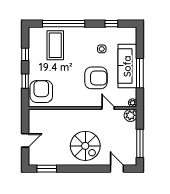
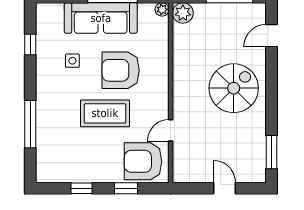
window: (64, 24) -> (30, 124), width x0.68
coffee table: (55, 45) -> (105, 113), moved
armchair: (96, 78) -> (121, 70), turned -90
door: (108, 108) -> (171, 130), moved

